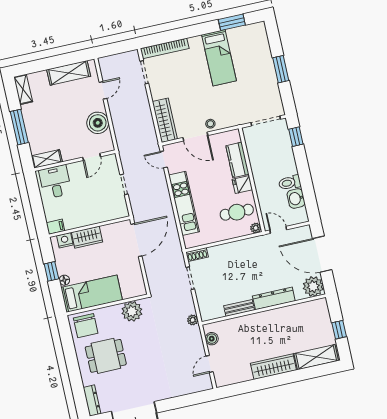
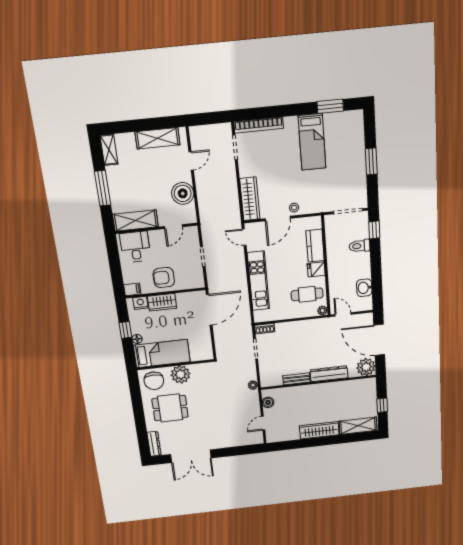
door: (195, 137) -> (278, 218), hinge flipped
shelving: (47, 159) -> (135, 220), width x1.50, depth x1.33
toilet: (290, 183) -> (360, 246), moved
armchair: (86, 211) -> (164, 278), added
plant: (132, 311) -> (181, 374), moved

